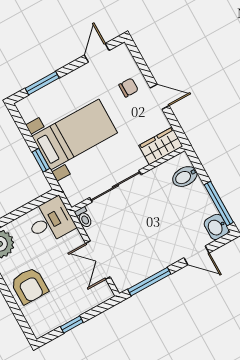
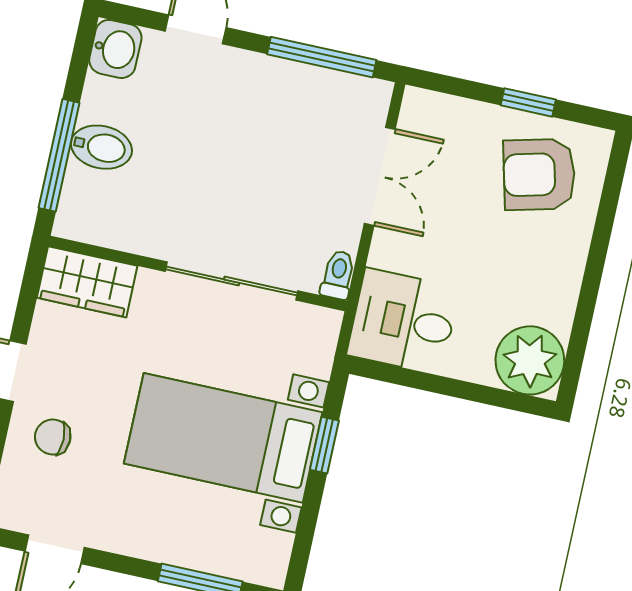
bidet: (185, 177) -> (101, 147), moved
window: (219, 204) -> (59, 155), moved
armchair: (29, 286) -> (539, 174), moved, turned -104

